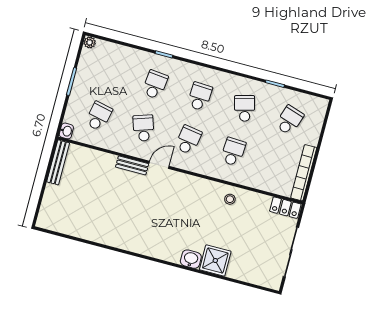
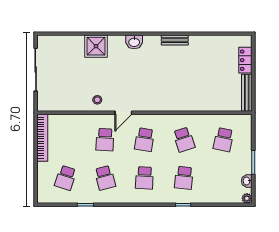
washbasin: (66, 131) -> (247, 181), moved
bench: (132, 165) -> (175, 40), moved
door: (159, 165) -> (123, 113), moved
locker: (285, 208) -> (245, 60), moved, turned -90
washbasin: (191, 259) -> (134, 42), moved

